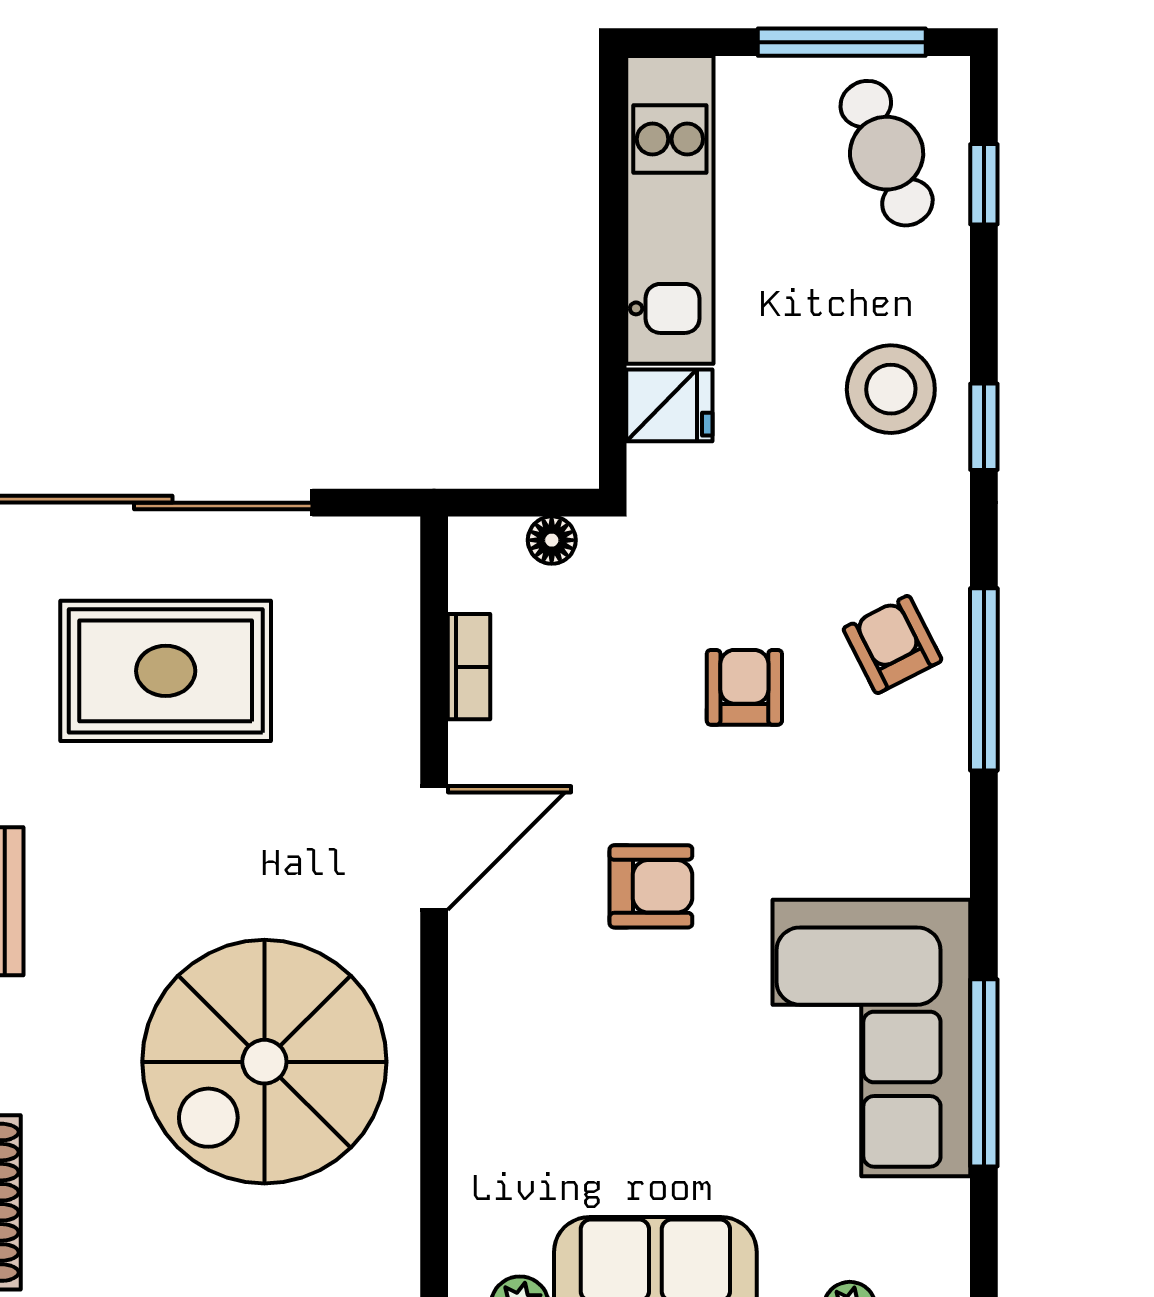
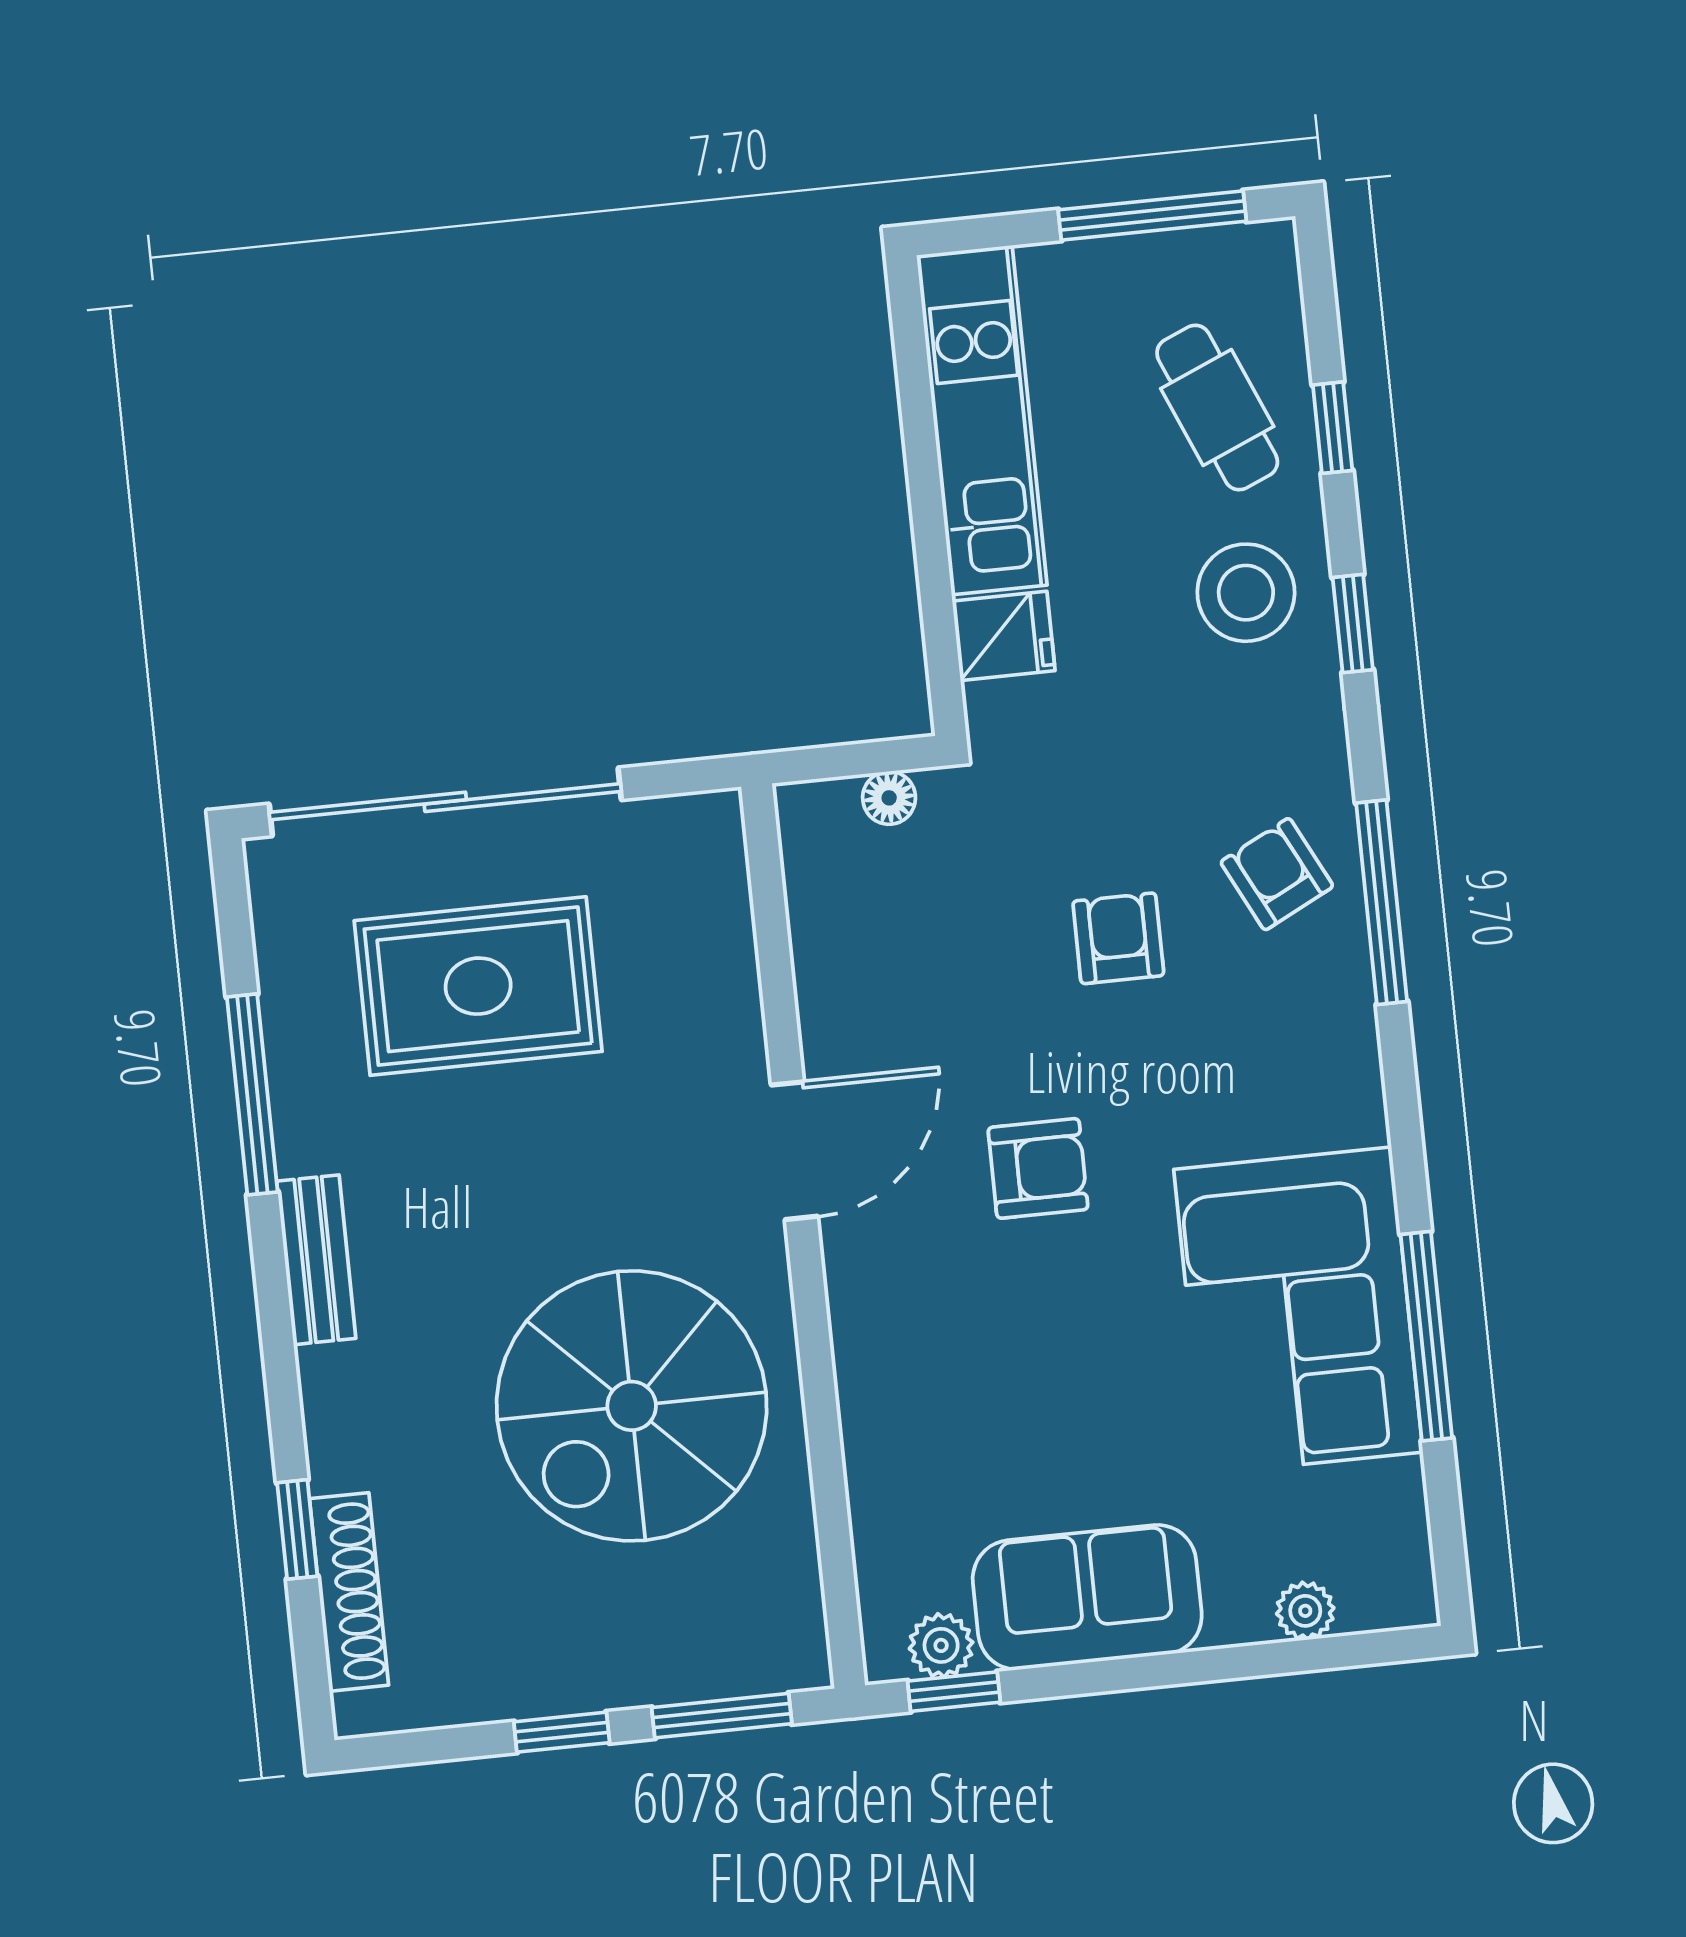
cafe table: (887, 153) -> (1217, 407), moved
window: (984, 184) -> (1333, 428), moved
bookcase: (469, 667) -> (812, 947), removed

